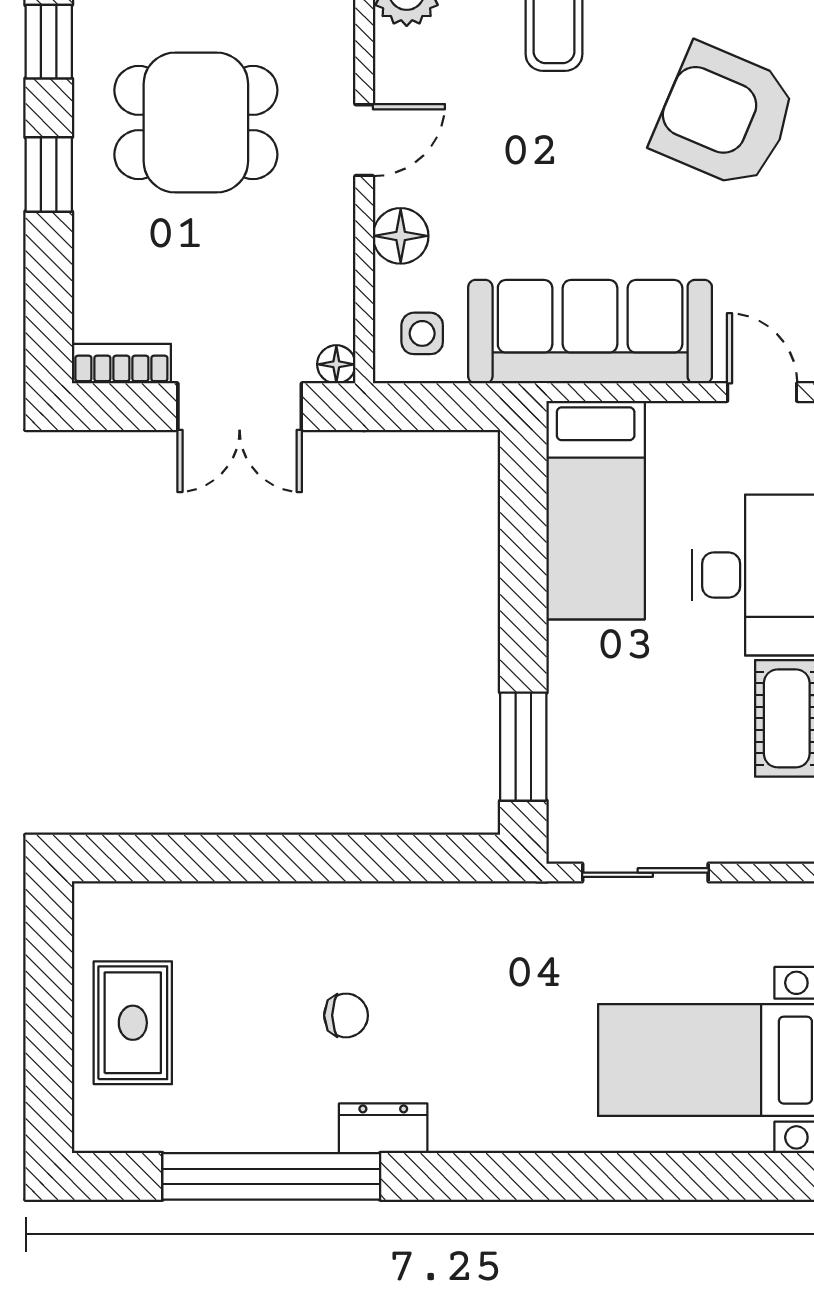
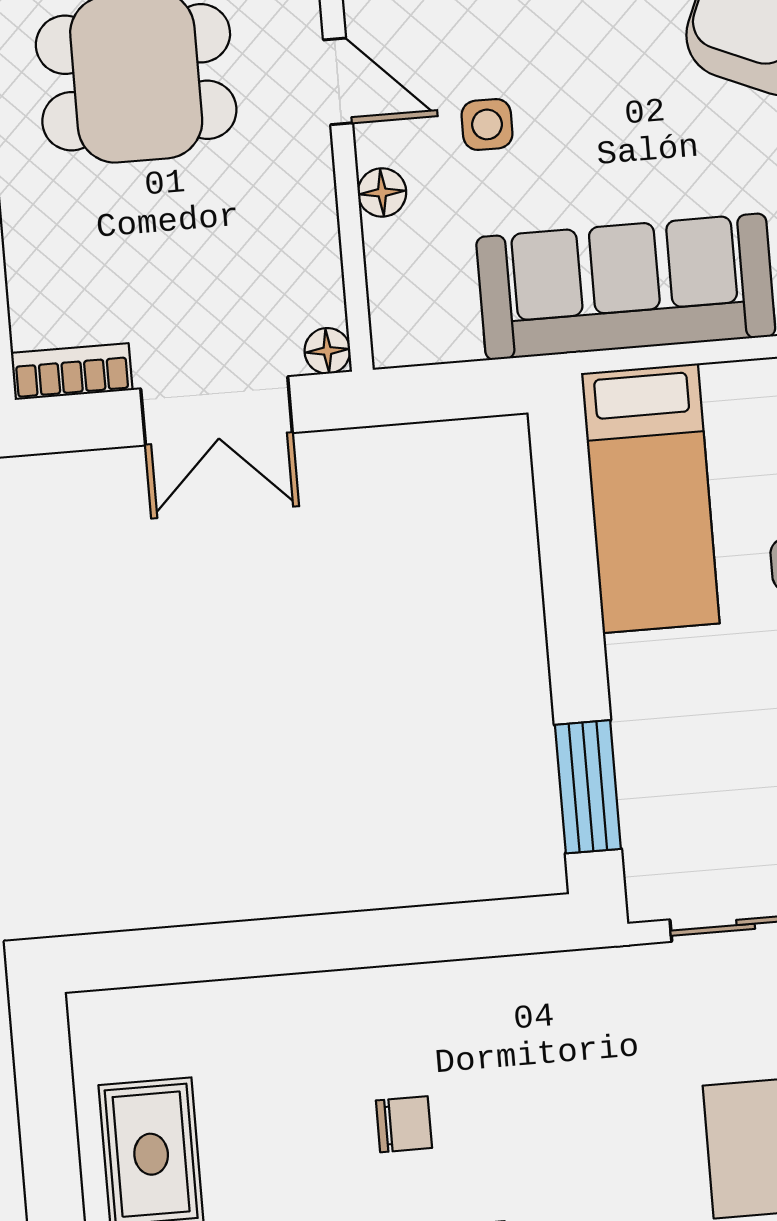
door: (364, 140) -> (338, 81), hinge flipped
floor lamp: (401, 236) -> (382, 192), width x0.73, depth x0.73
side table: (422, 333) -> (487, 124), moved

